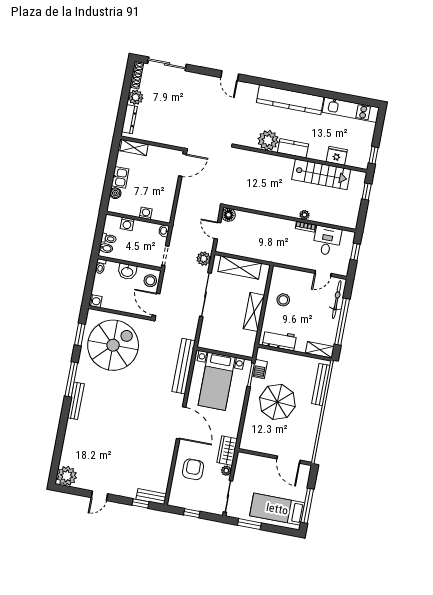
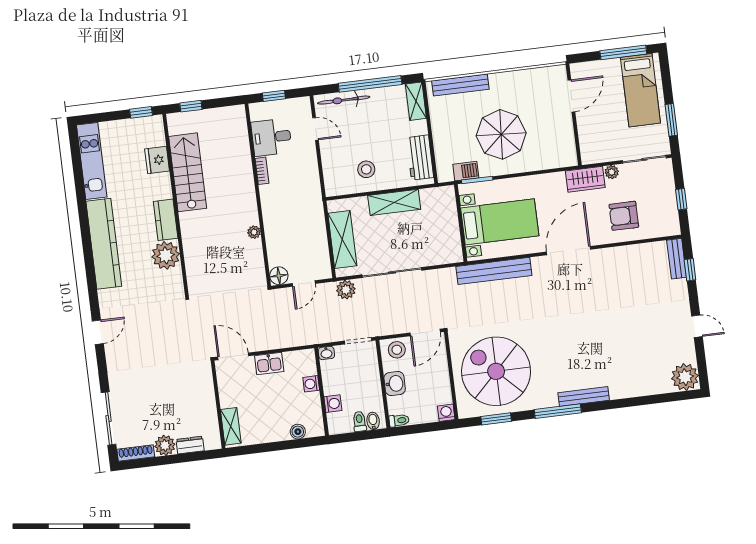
dresser: (129, 119) -> (190, 445), width x0.70
kitchen sink: (120, 177) -> (269, 364), moved, turned 180
plant: (304, 215) -> (254, 232), moved

